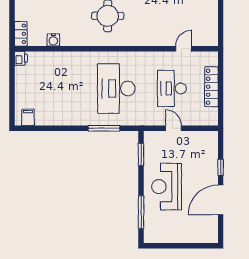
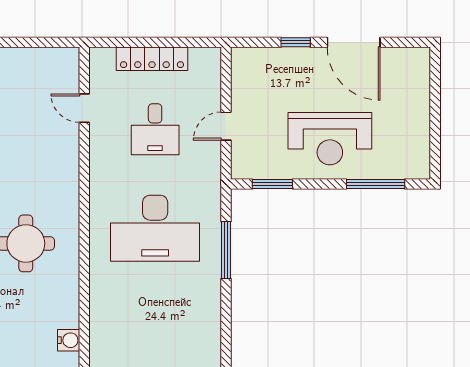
desk: (172, 88) -> (155, 129), width x0.73

